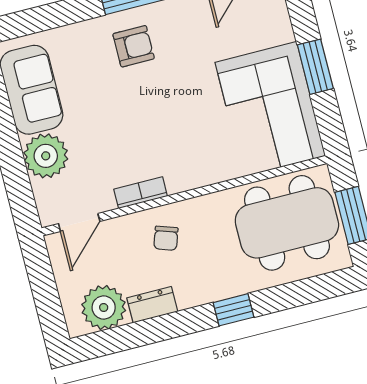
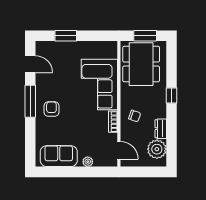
window: (315, 67) -> (66, 36), moved
corner sofa: (270, 109) -> (99, 85), moved, turned 90
plant: (46, 156) -> (88, 162), width x0.53, depth x0.53

